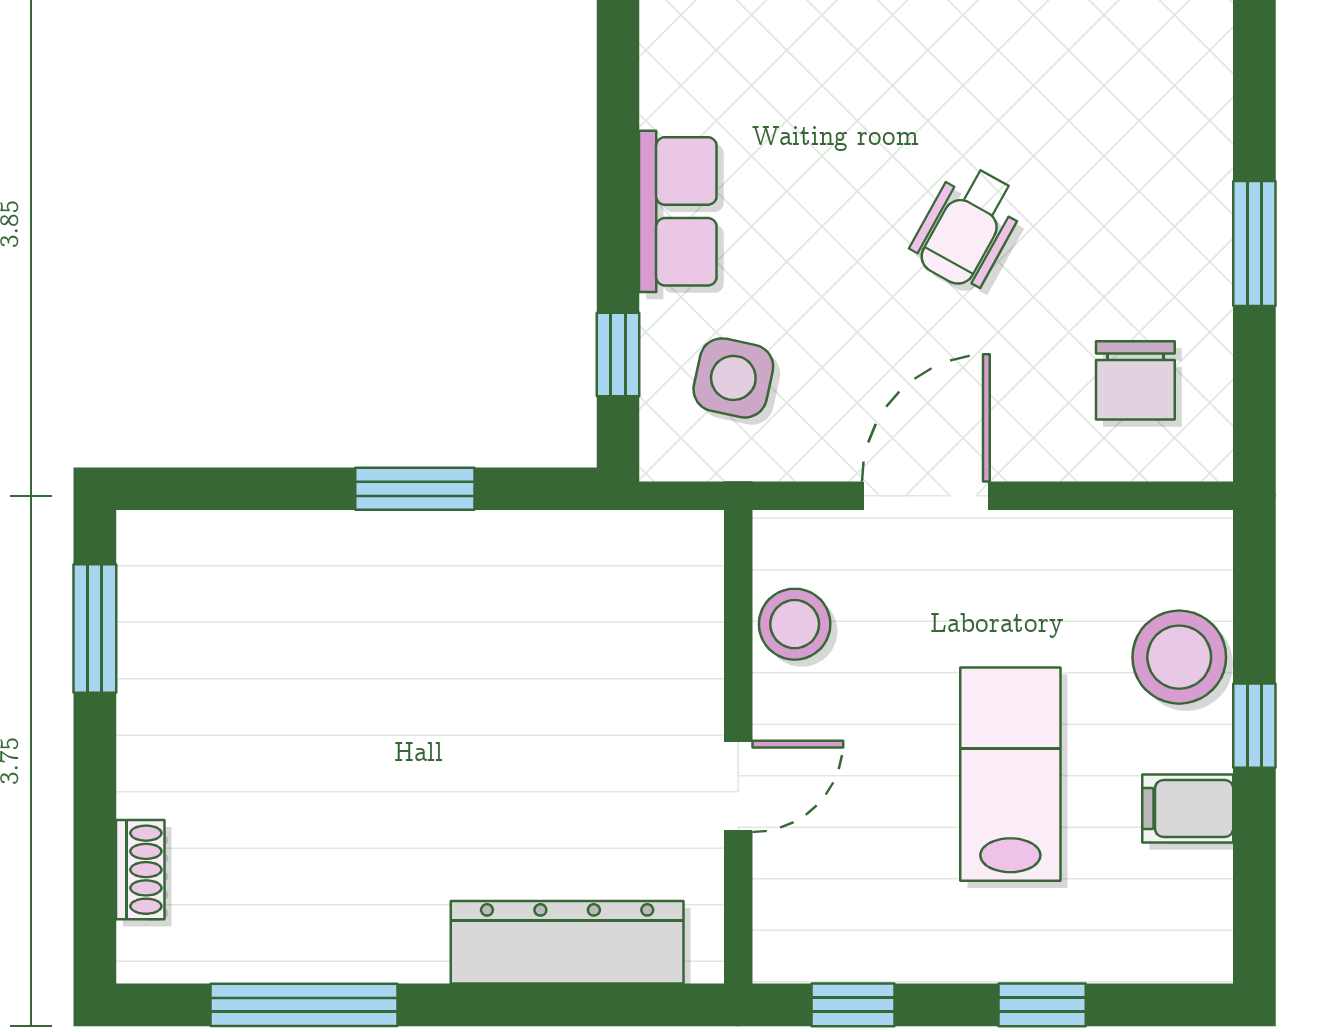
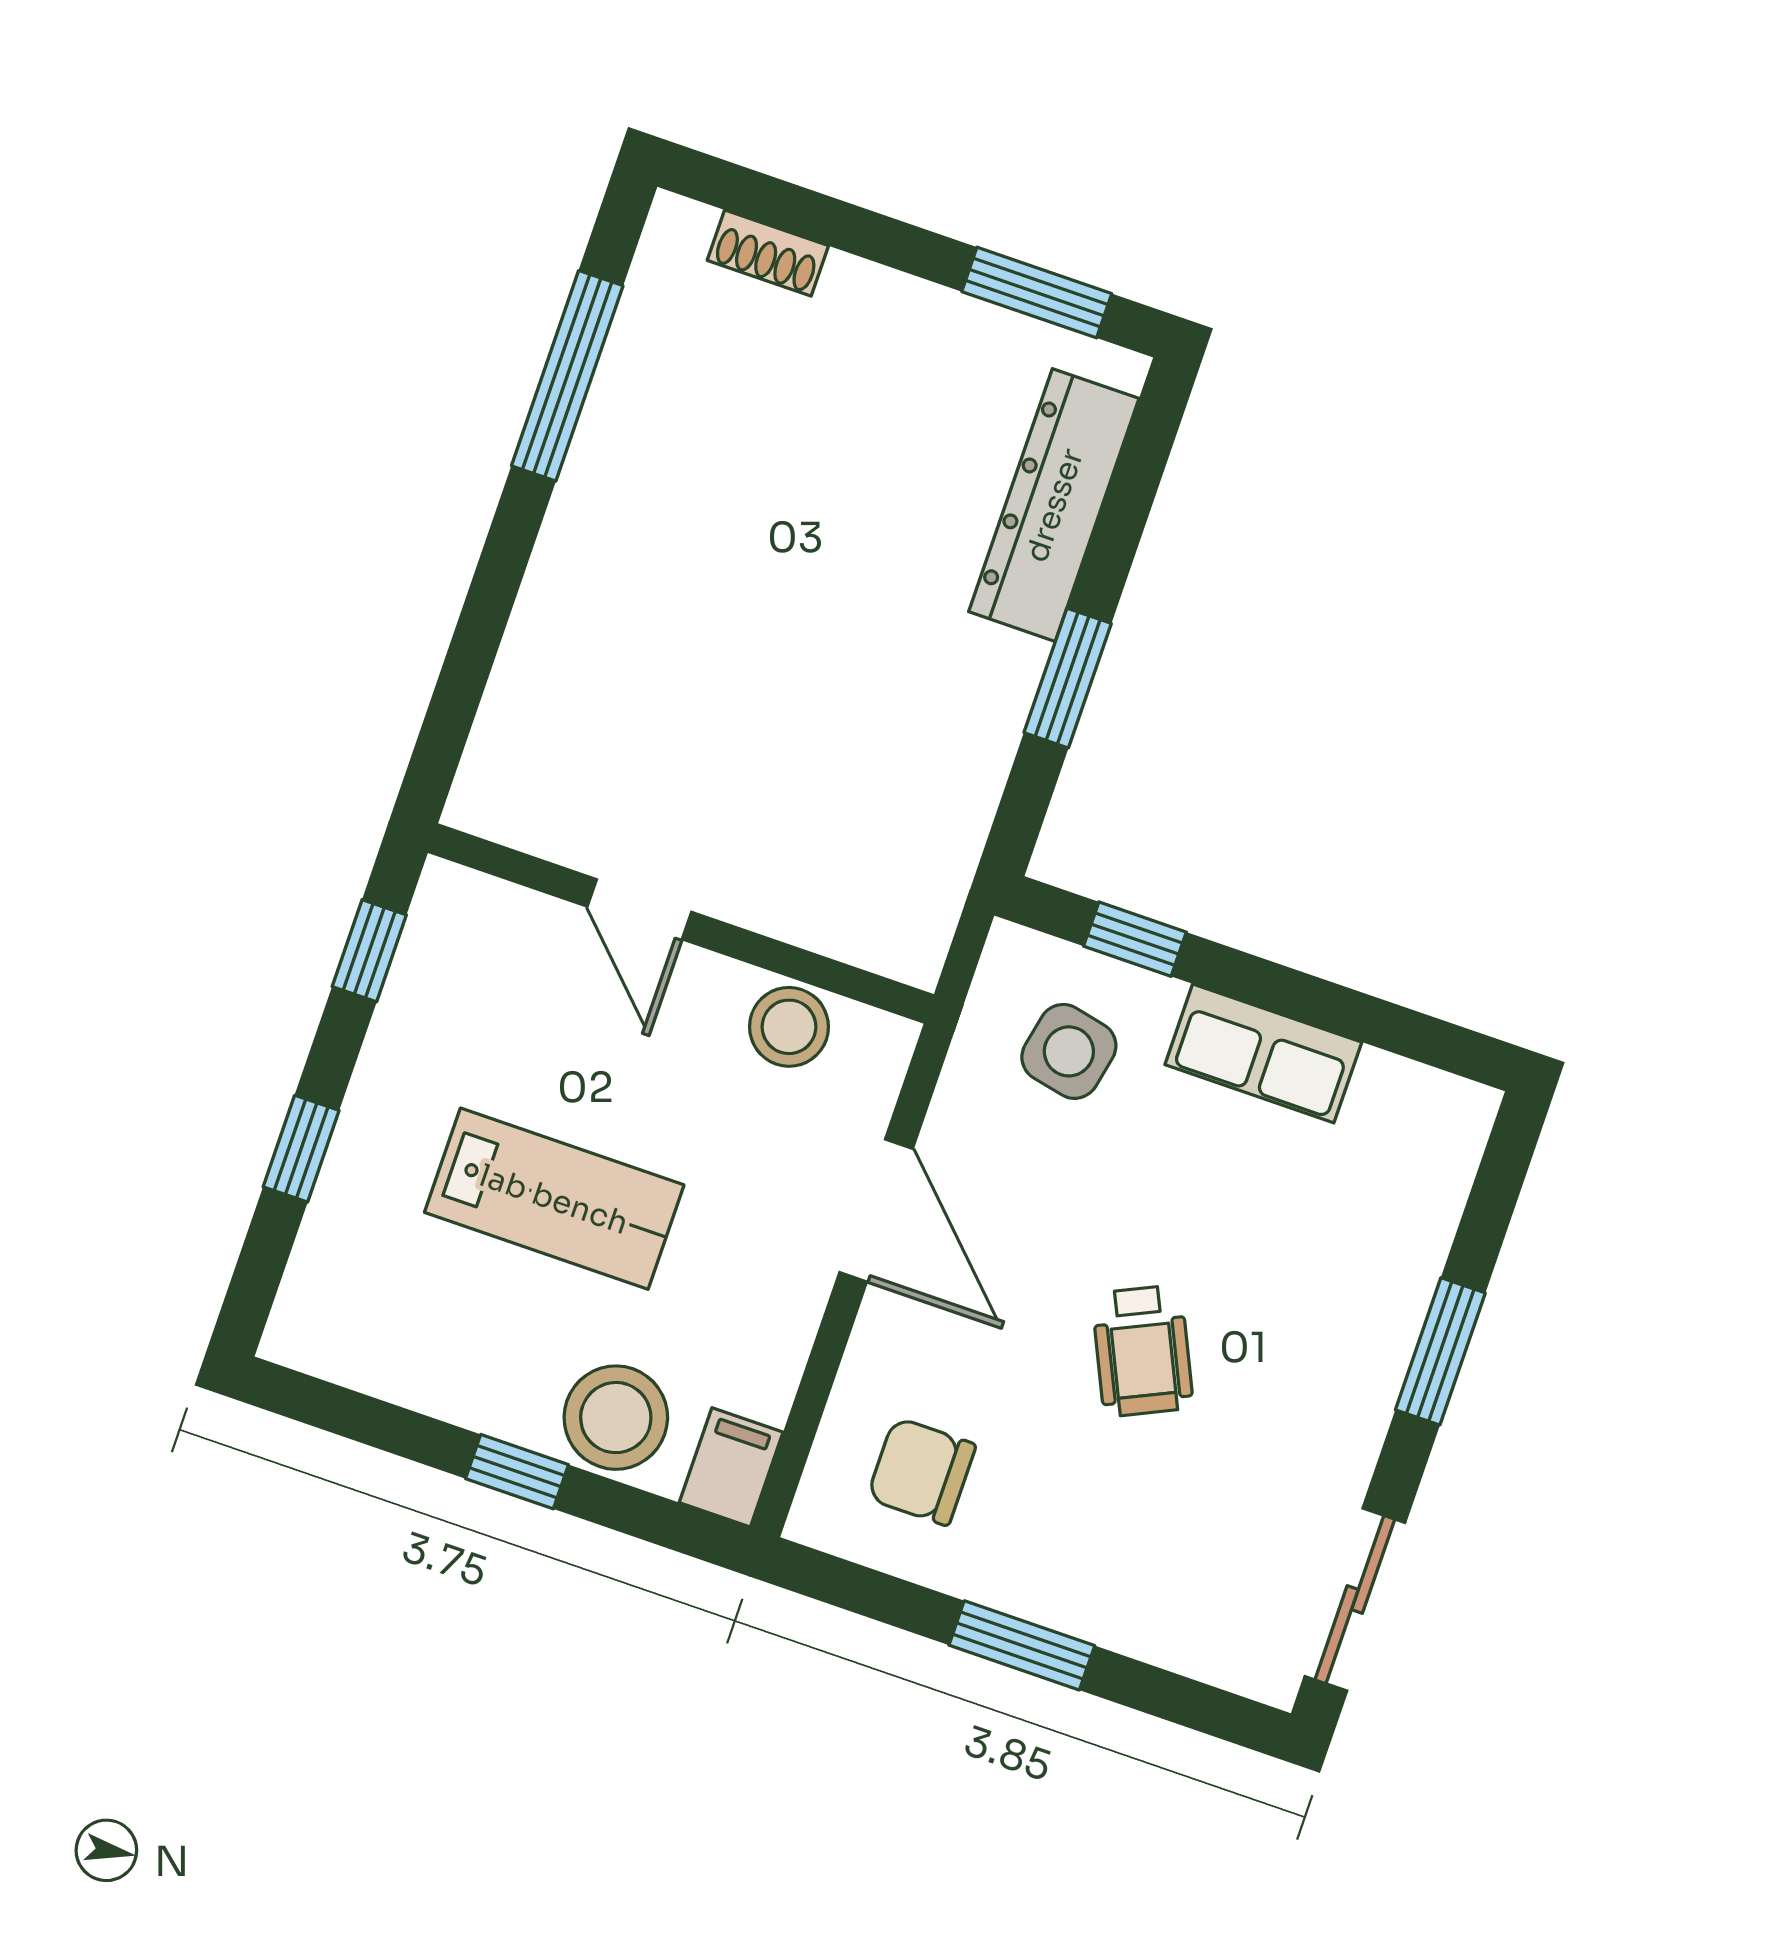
wheelchair: (967, 227) -> (1142, 1351), turned -144
filing cabinet: (1188, 808) -> (731, 1467), moved
dresser: (567, 942) -> (1054, 505), moved, turned 180

